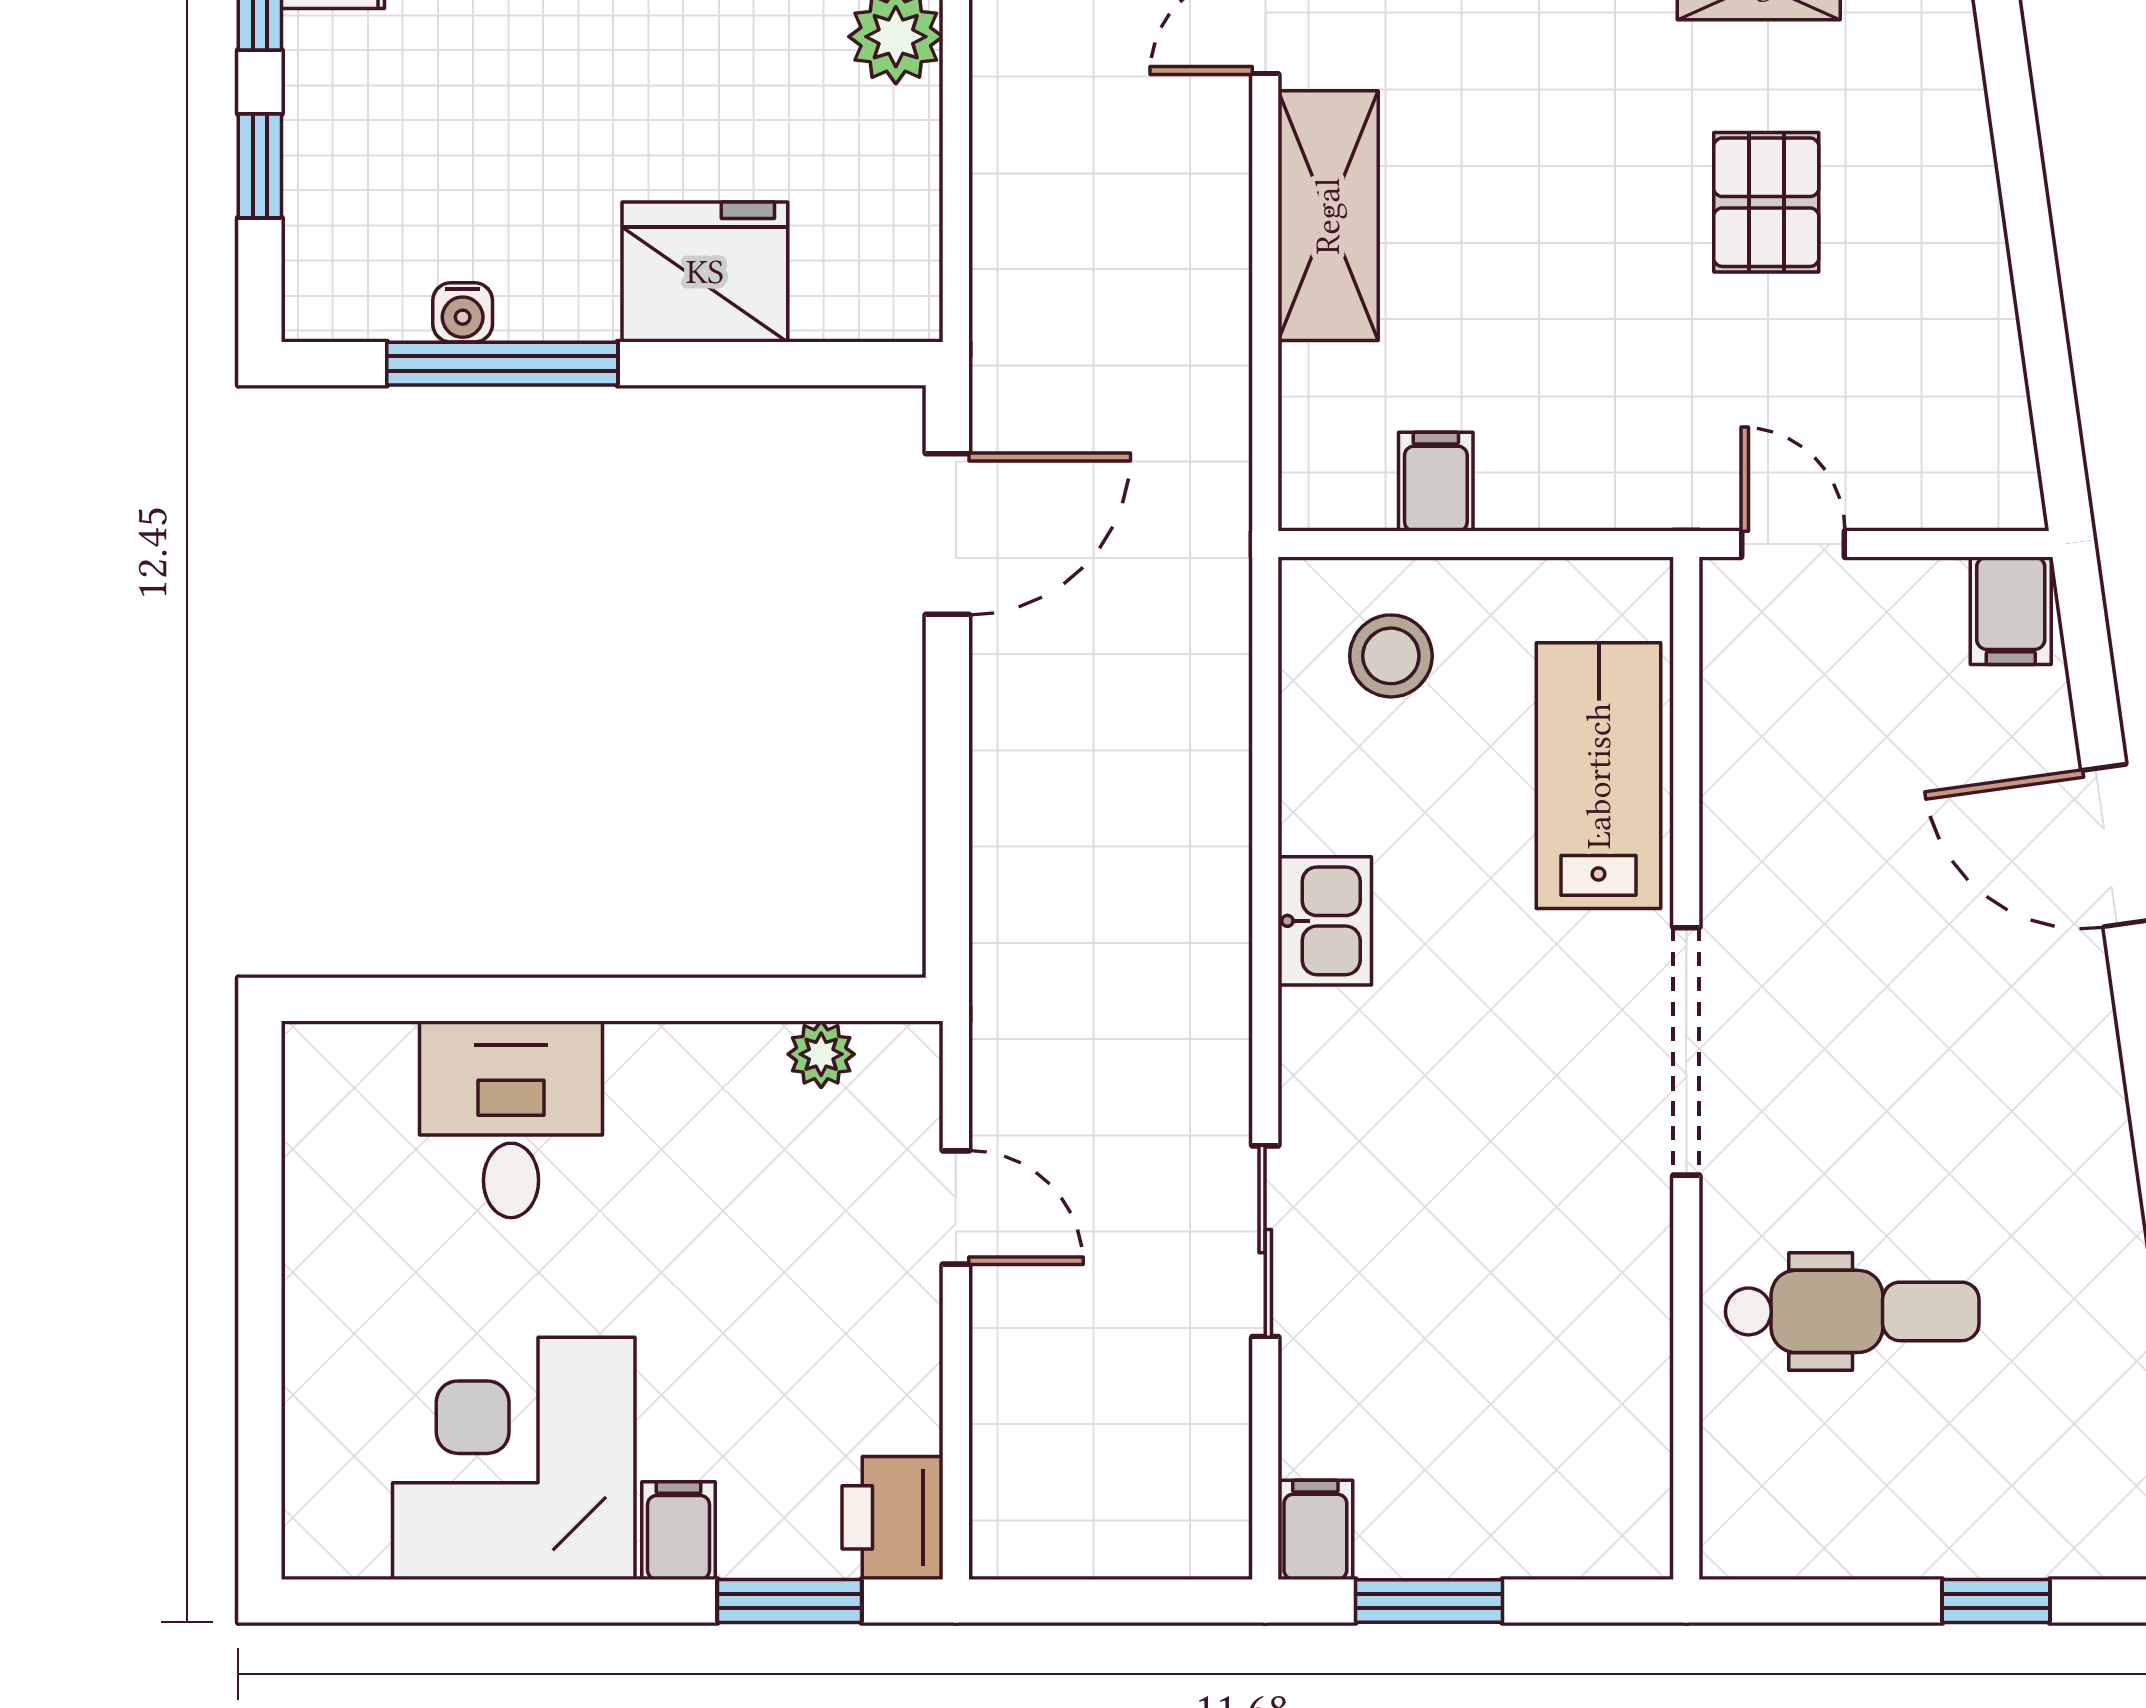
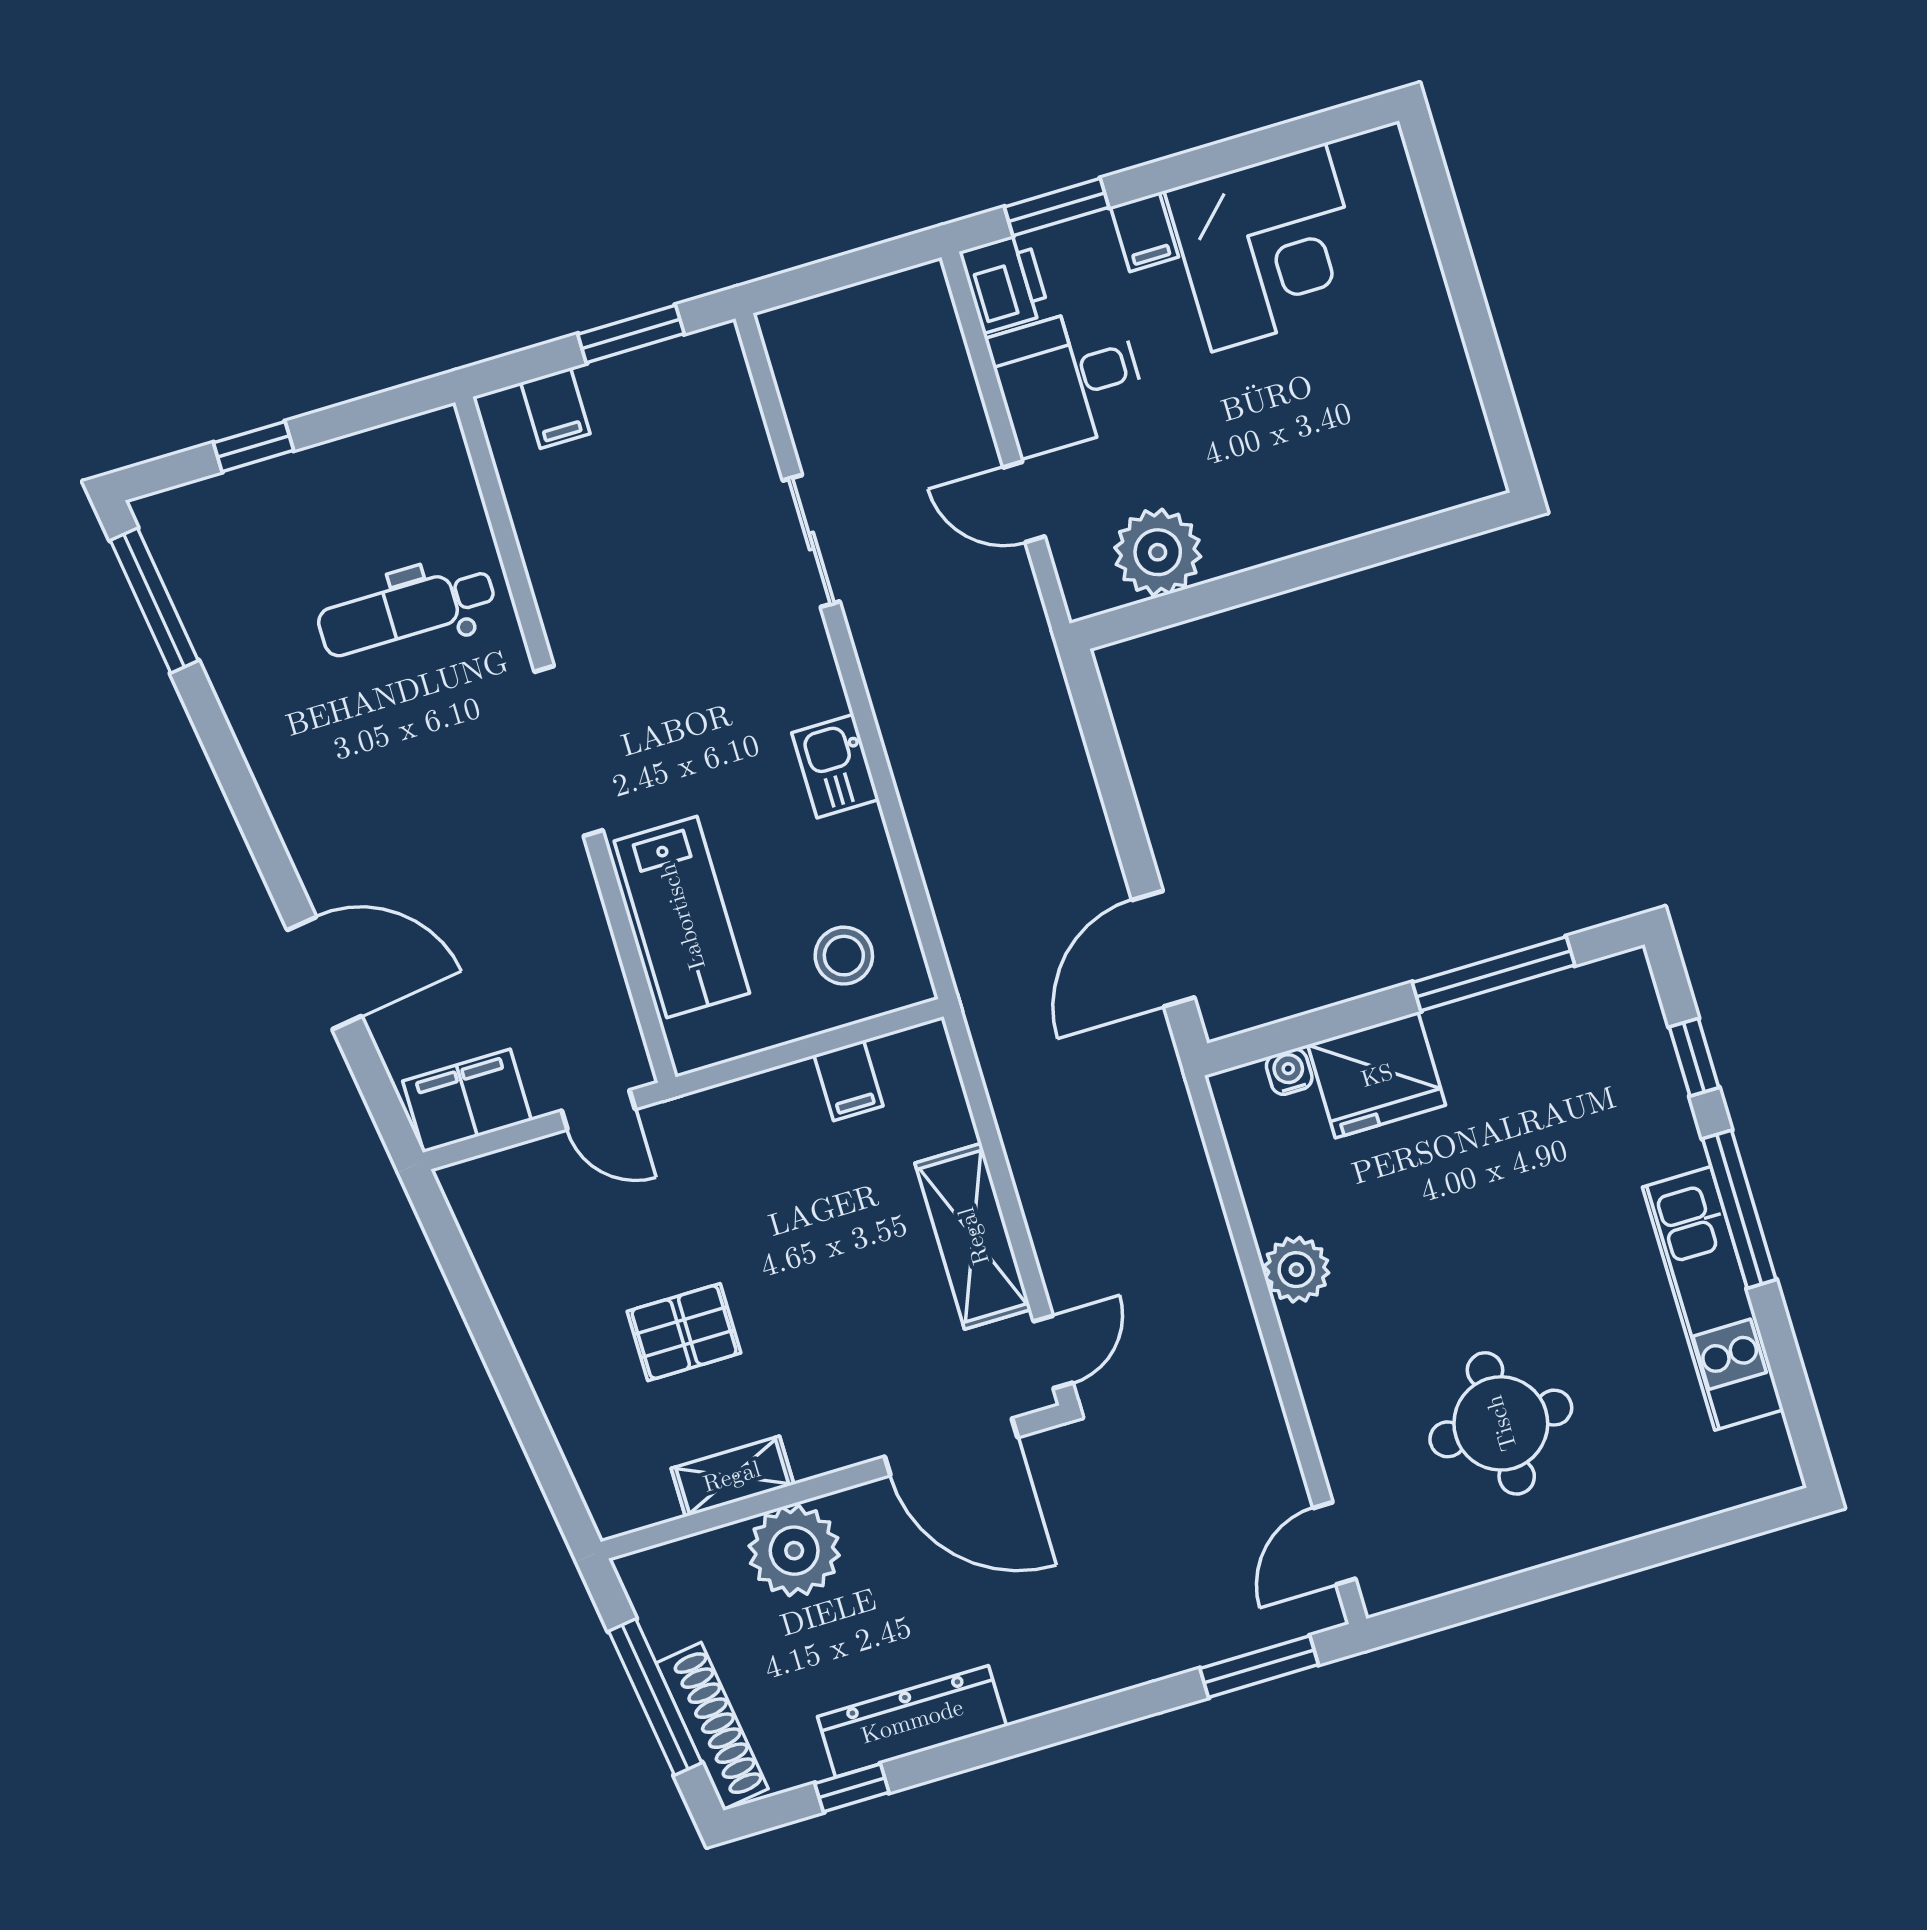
pallet: (1766, 202) -> (684, 1332), turned 90
water cooler: (463, 312) -> (1289, 1072), moved
filing cabinet: (2011, 611) -> (467, 1101), width x2.00
plant: (821, 1054) -> (1158, 552), width x1.88, depth x1.88
desk: (511, 1119) -> (1068, 380), moved, turned 90
filing cabinet: (1315, 1530) -> (555, 408), moved

